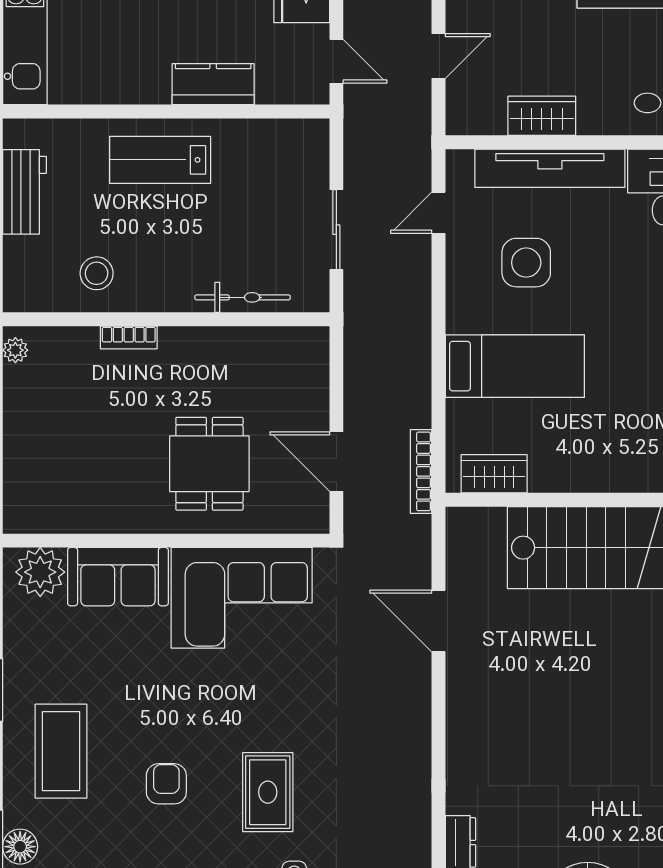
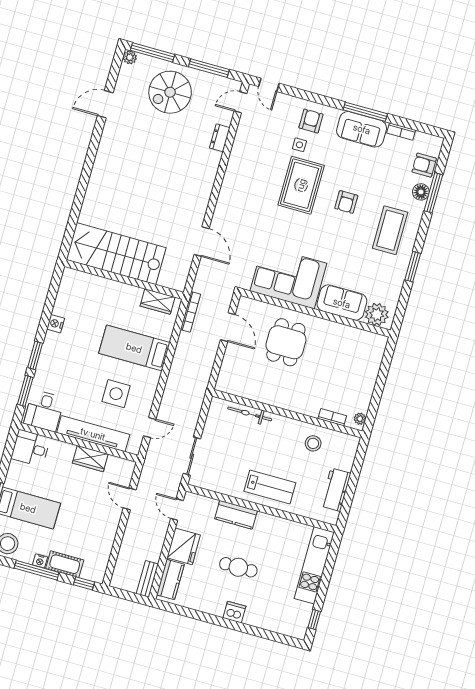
door: (439, 56) -> (130, 499), hinge flipped
sliding door: (336, 230) -> (192, 456), moved
bookcase: (129, 337) -> (332, 417), moved
rug: (268, 792) -> (301, 185), width x1.36, depth x1.43

